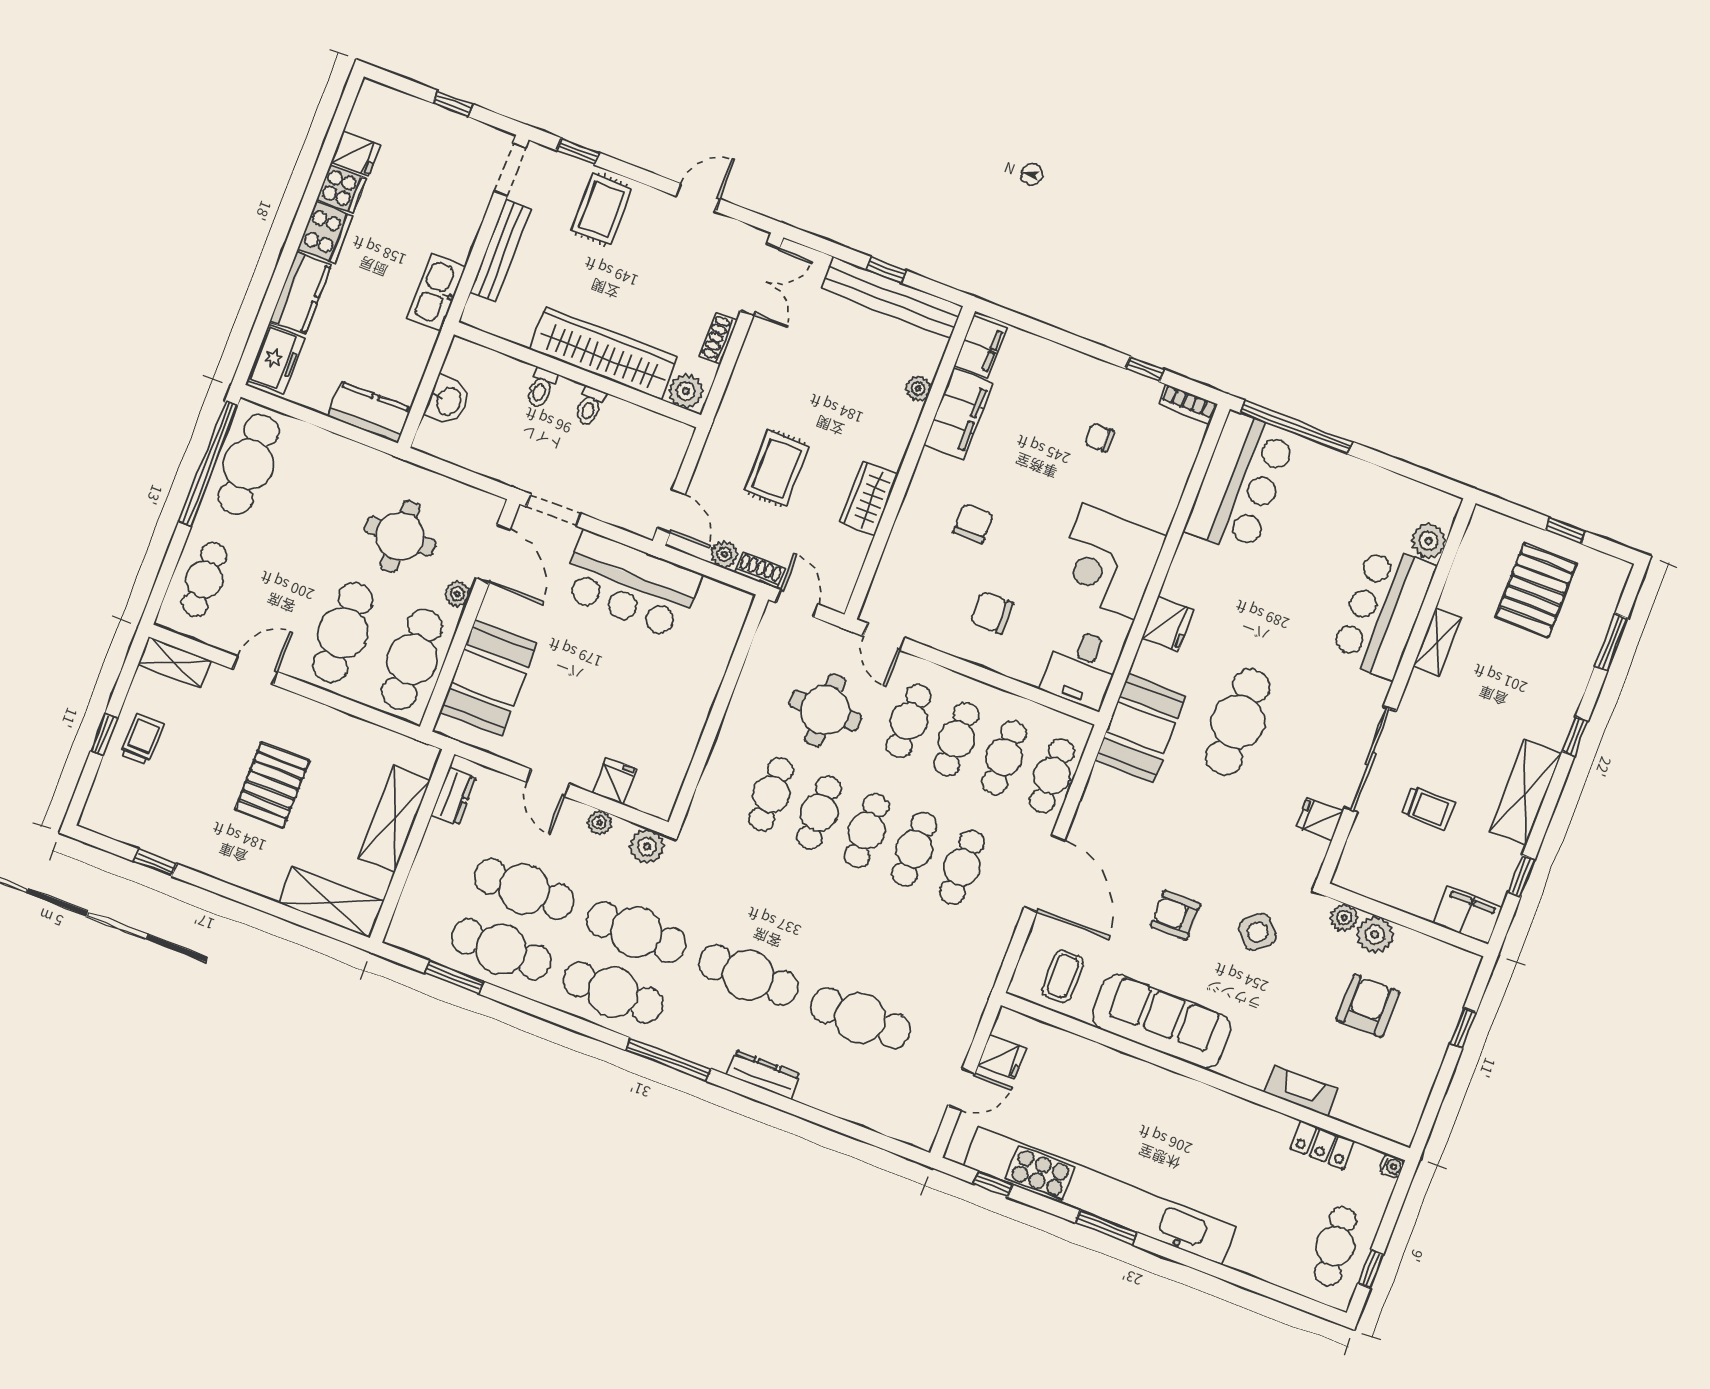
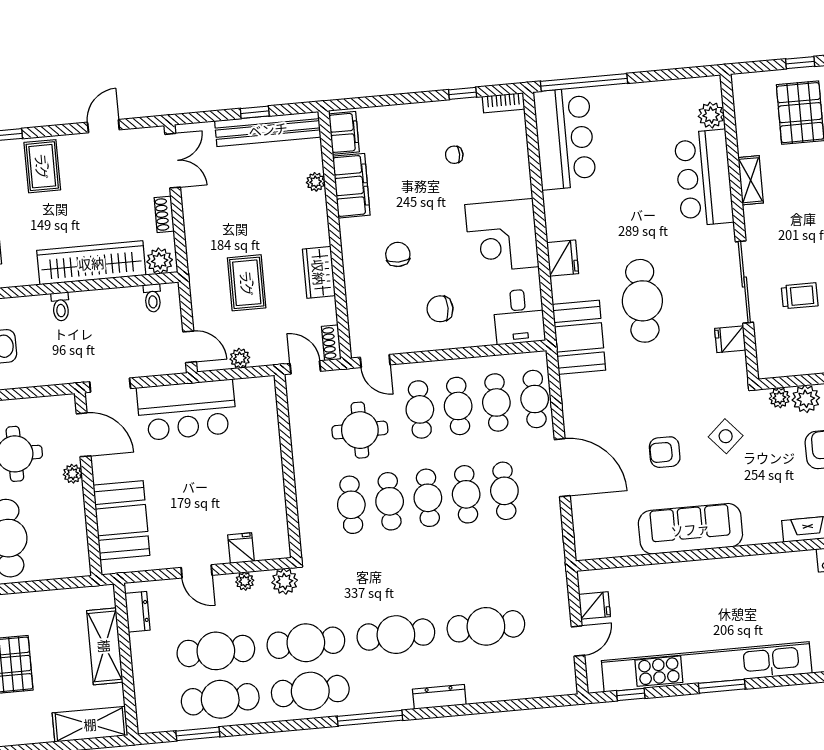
toilet: (590, 406) -> (153, 298), moved
shoe rack: (760, 570) -> (331, 343), moved, turned -90
cafe table: (412, 659) -> (64, 533), removed
coffee table: (1063, 976) -> (609, 531), removed

